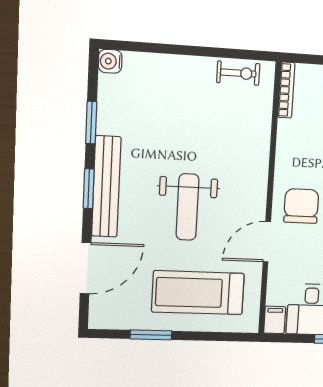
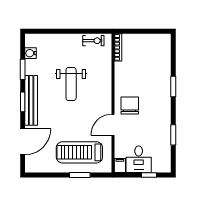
water cooler: (110, 61) -> (31, 53), moved
weight bench: (187, 207) -> (71, 84), moved
window: (151, 335) -> (80, 175), moved

